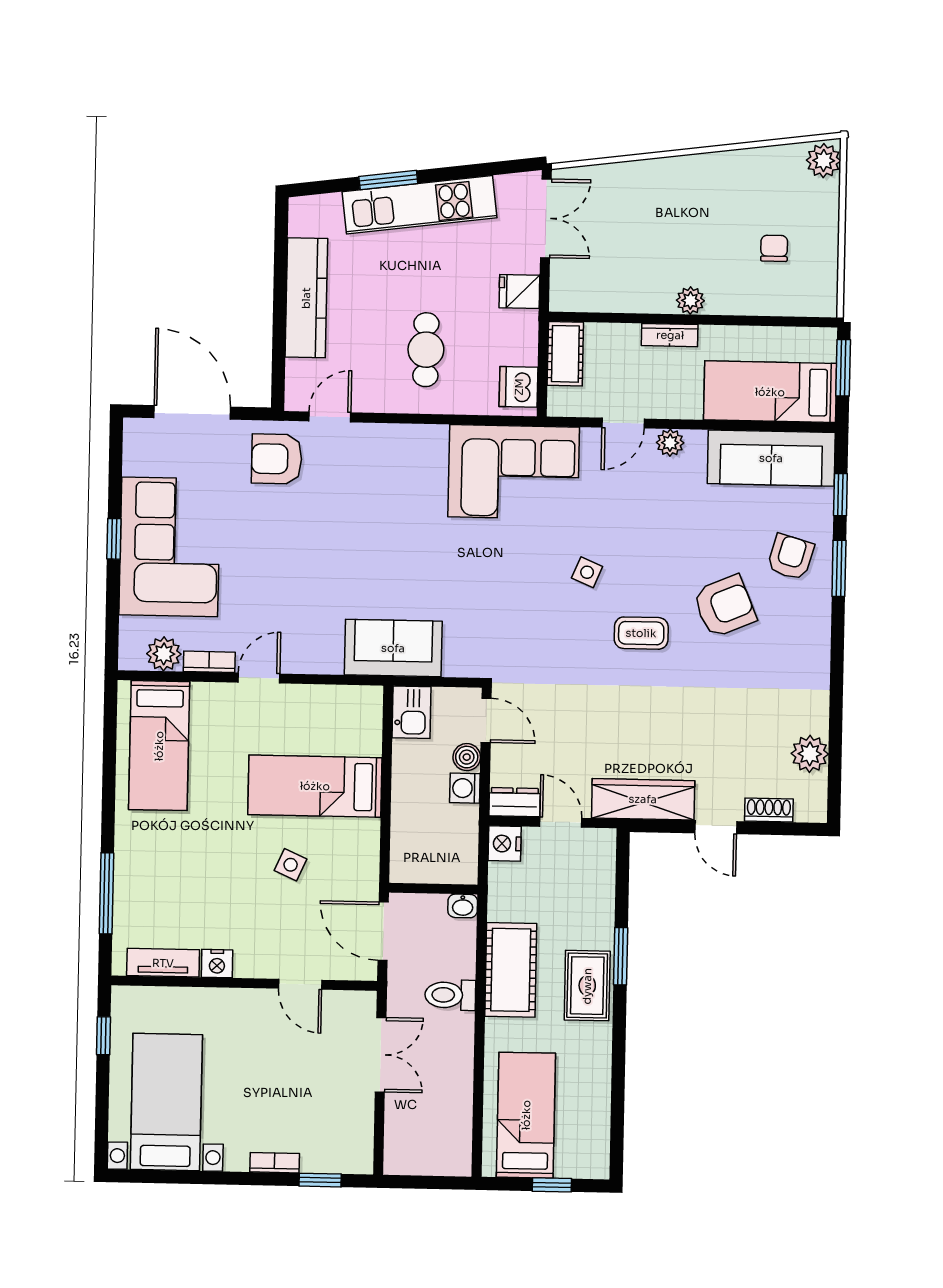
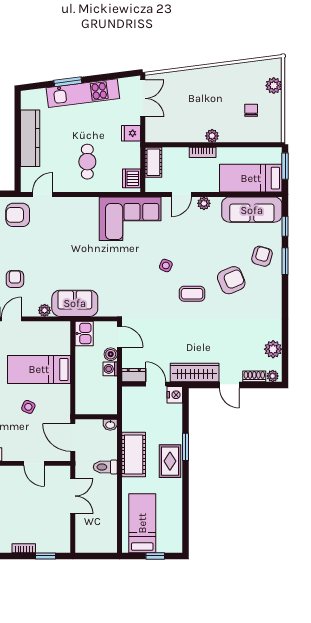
plant: (824, 161) -> (274, 86), moved
armchair: (268, 594) -> (15, 279), added
plant: (329, 661) -> (45, 310), added
plant: (808, 810) -> (273, 376), added
nightstand: (505, 844) -> (175, 395), moved, turned 180

